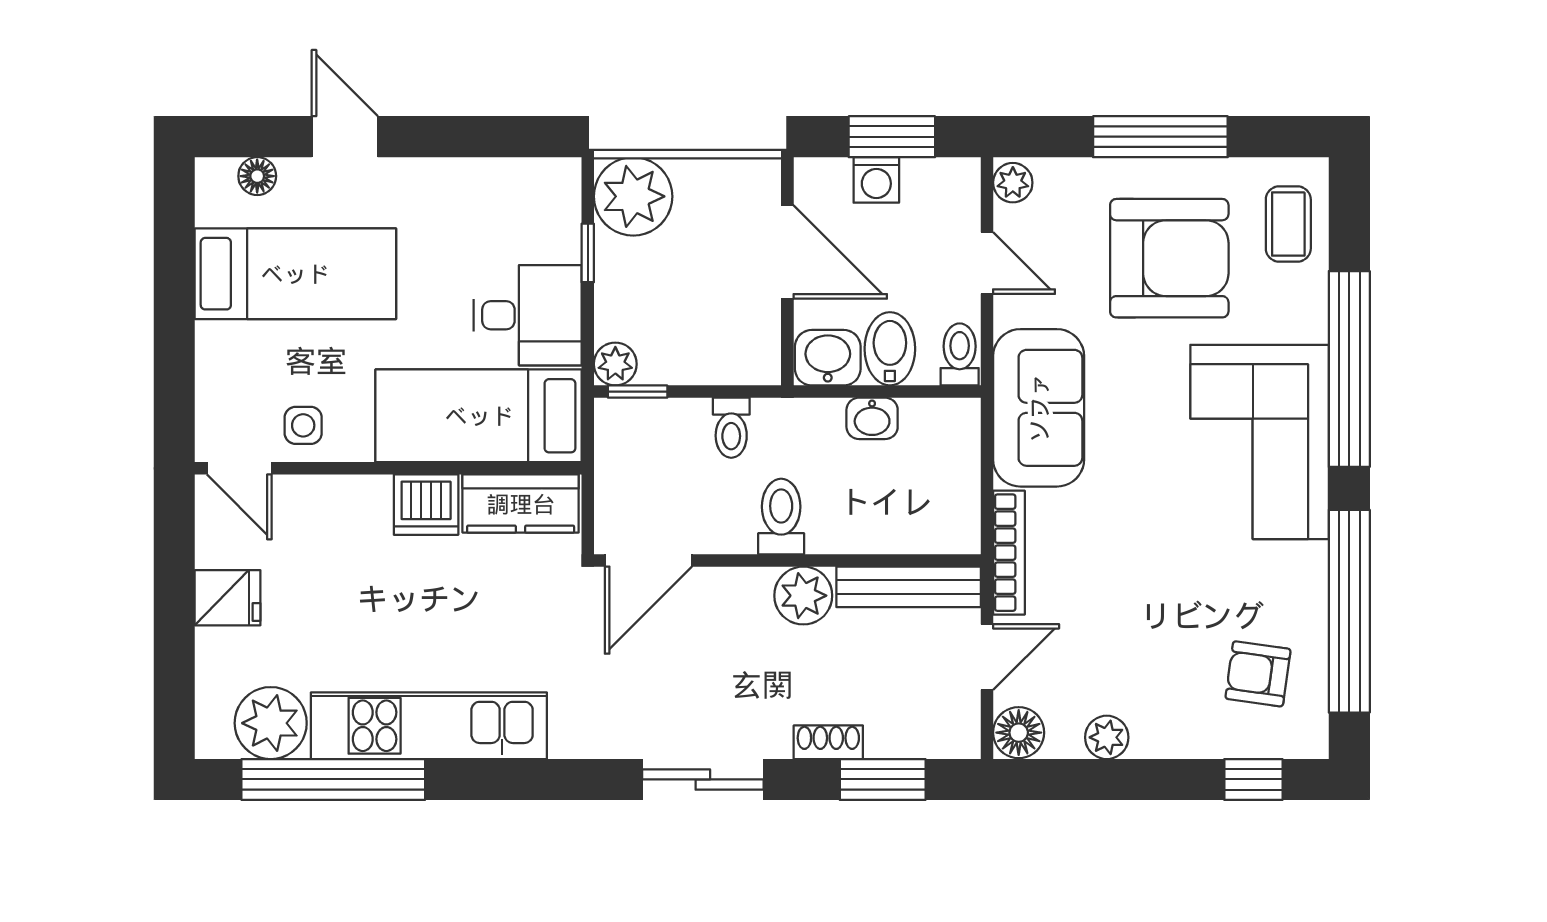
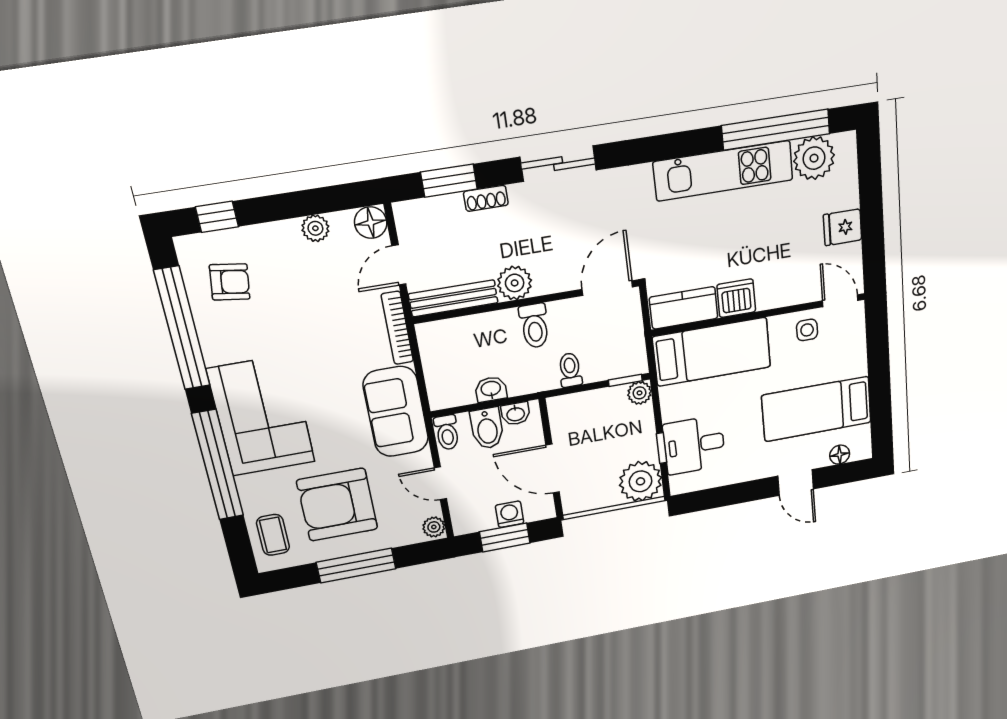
desk: (528, 315) -> (694, 445), moved
washbasin: (828, 358) -> (516, 414), width x0.72, depth x0.69

